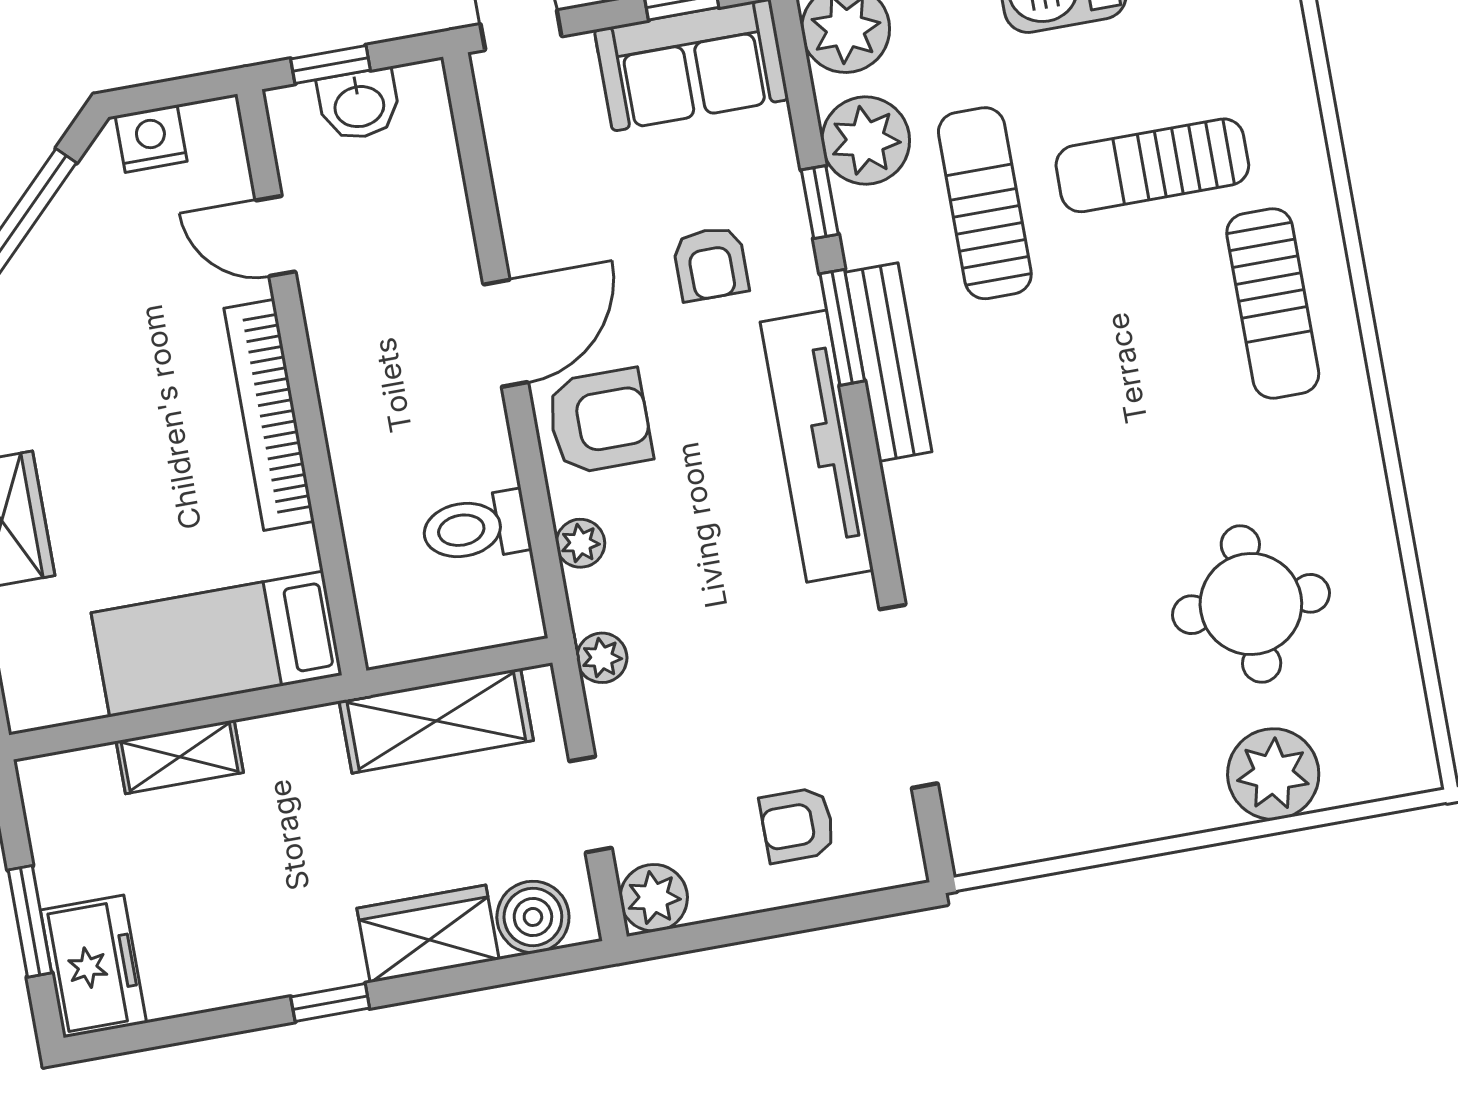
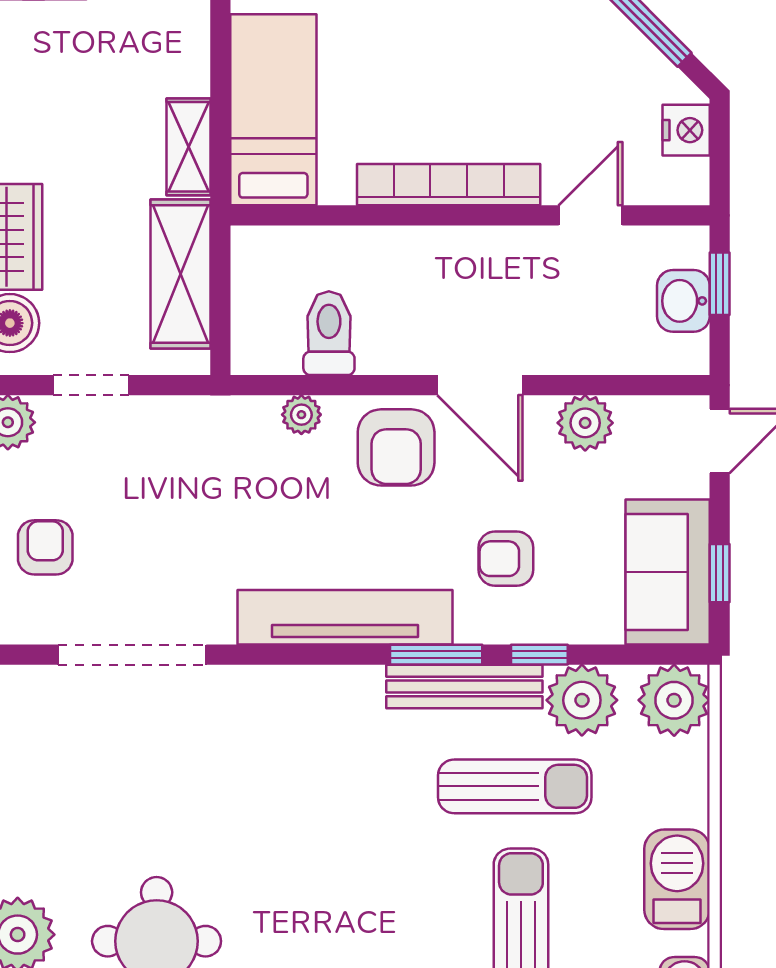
bench: (888, 362) -> (464, 687), moved
plant: (602, 658) -> (585, 423), moved, width x1.38, depth x1.38
shelving: (180, 757) -> (188, 147), moved

